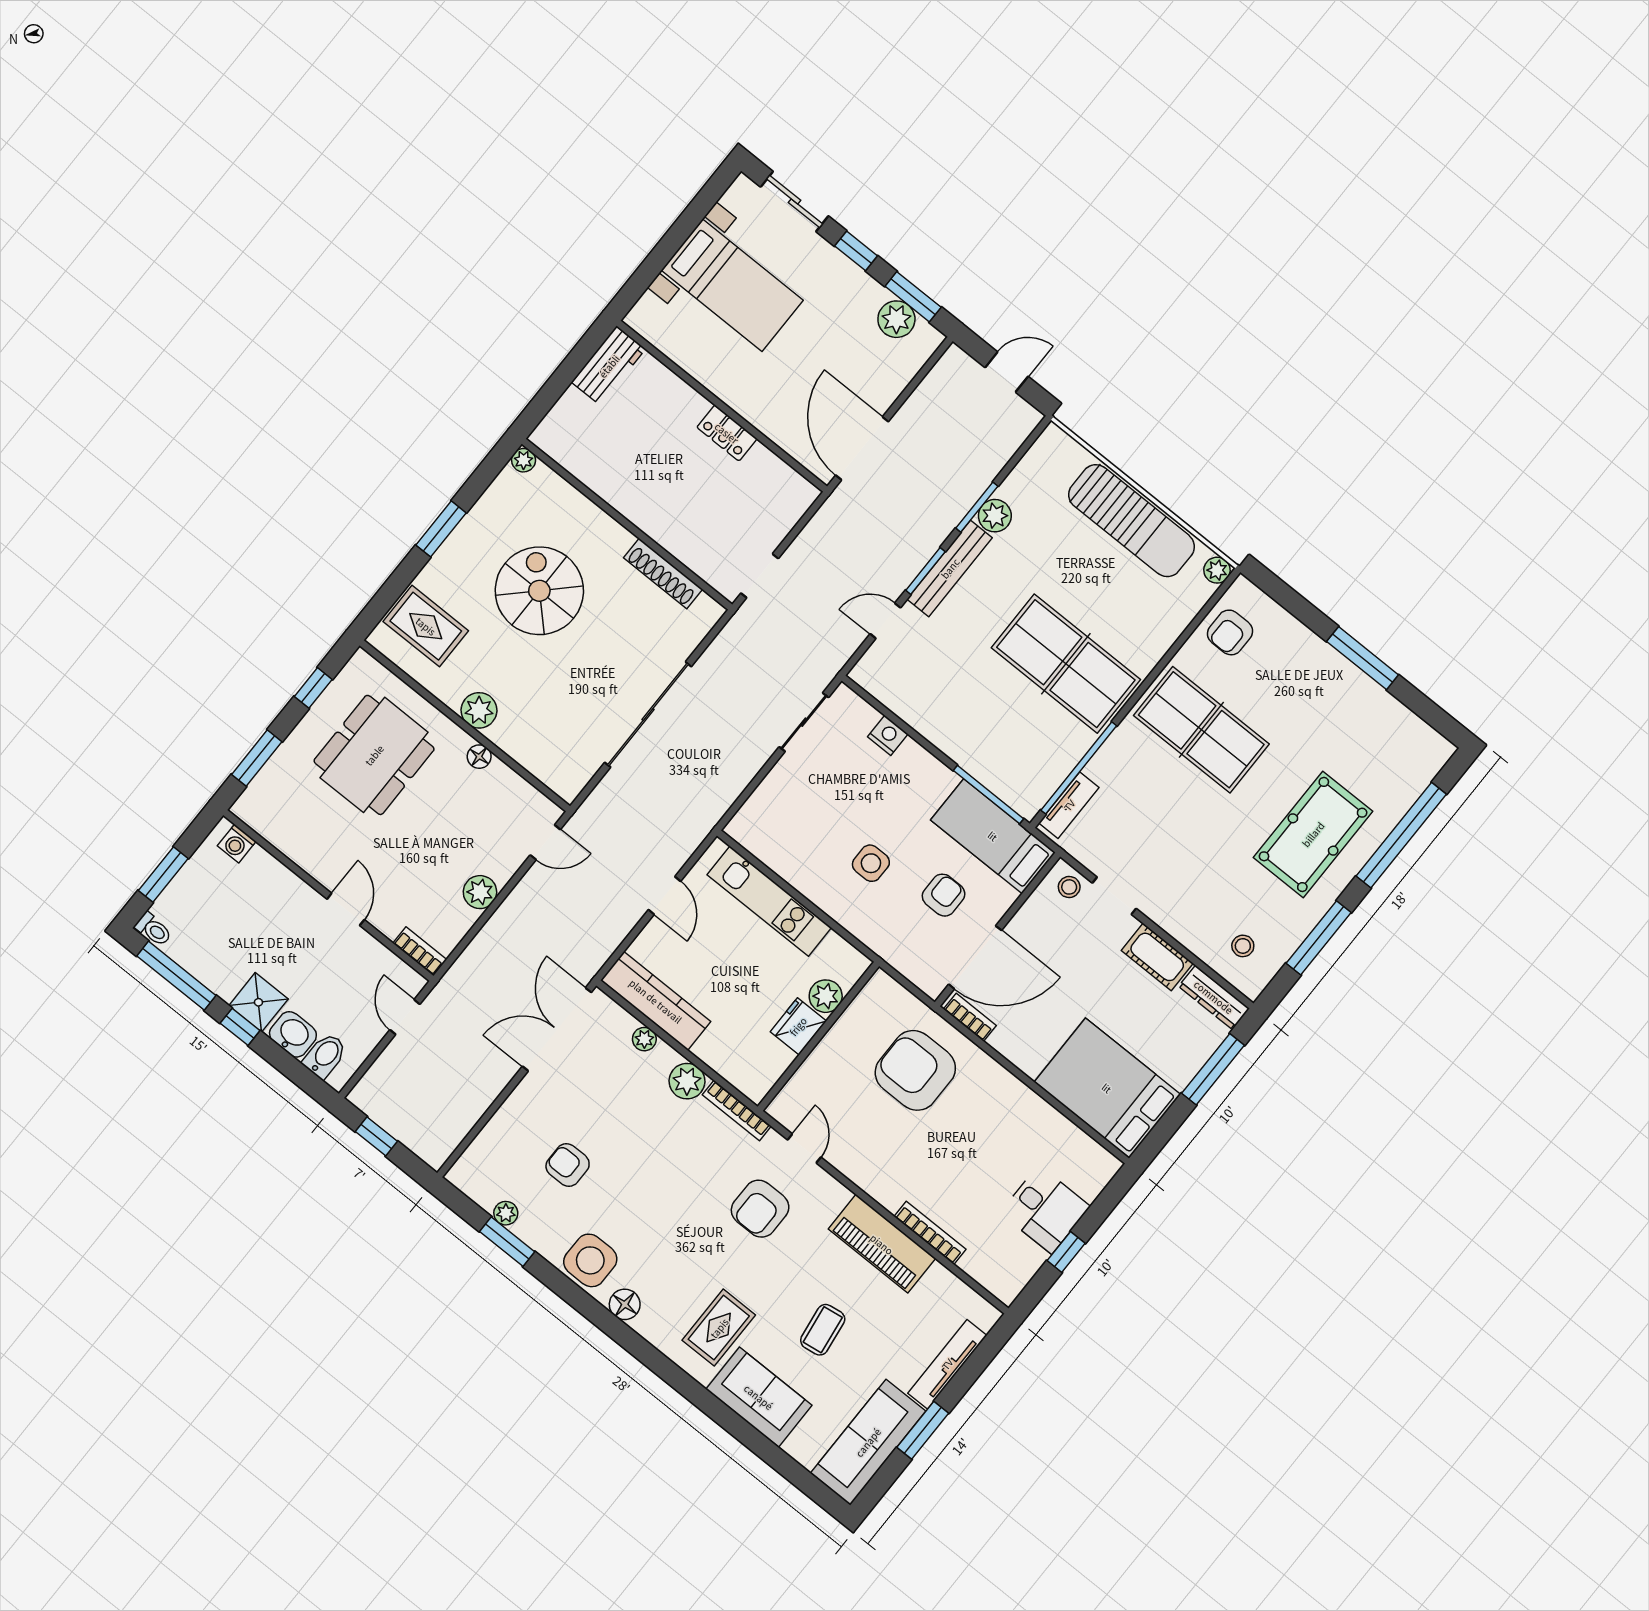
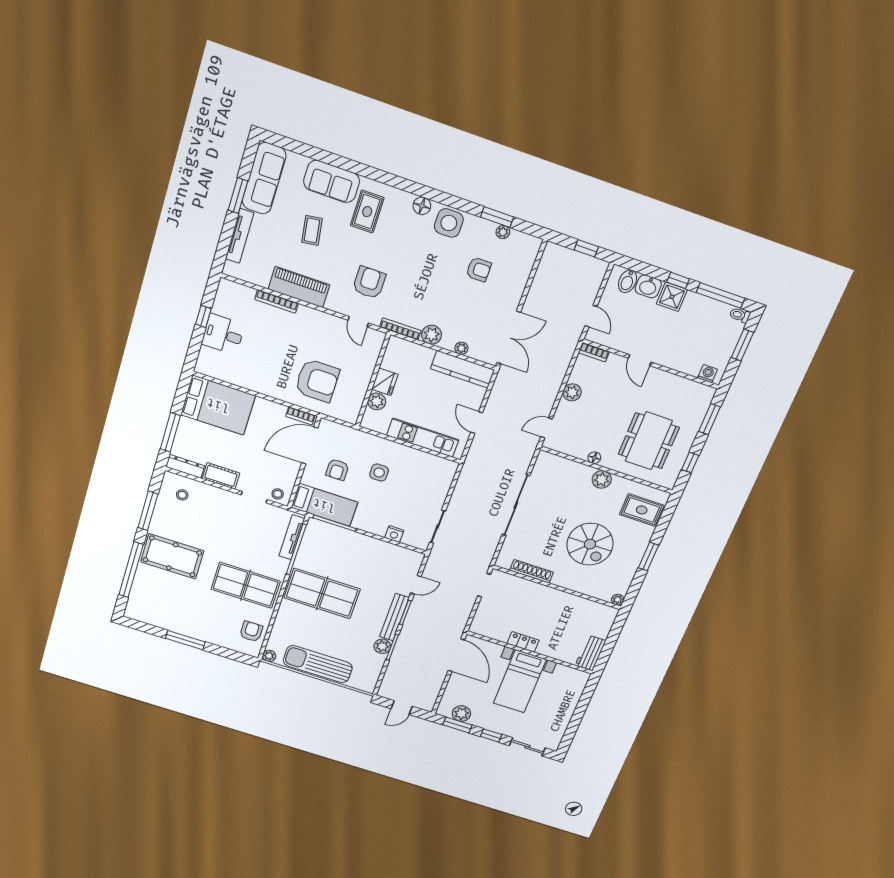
bed with nightstands: (732, 285) -> (520, 681), moved, turned -90
tv unit: (1069, 805) -> (292, 537), width x1.41
pool table: (1313, 834) -> (172, 556), turned 90

